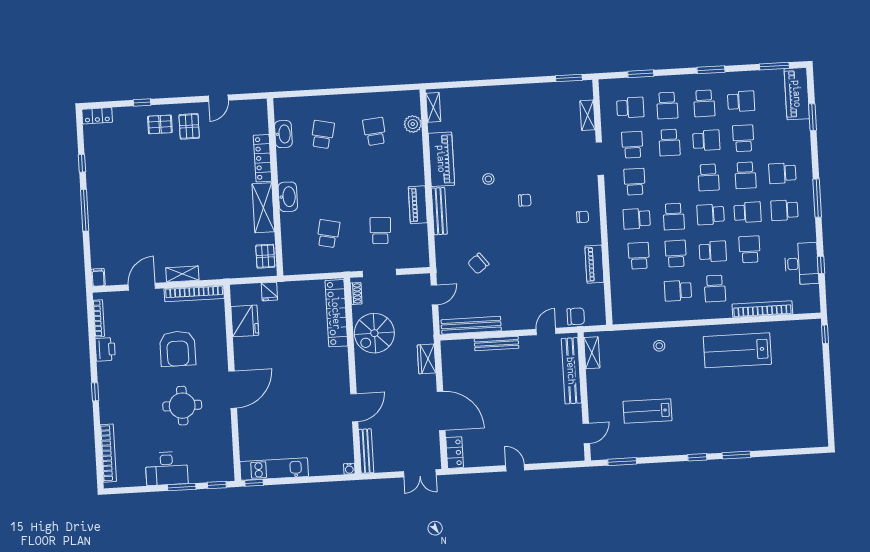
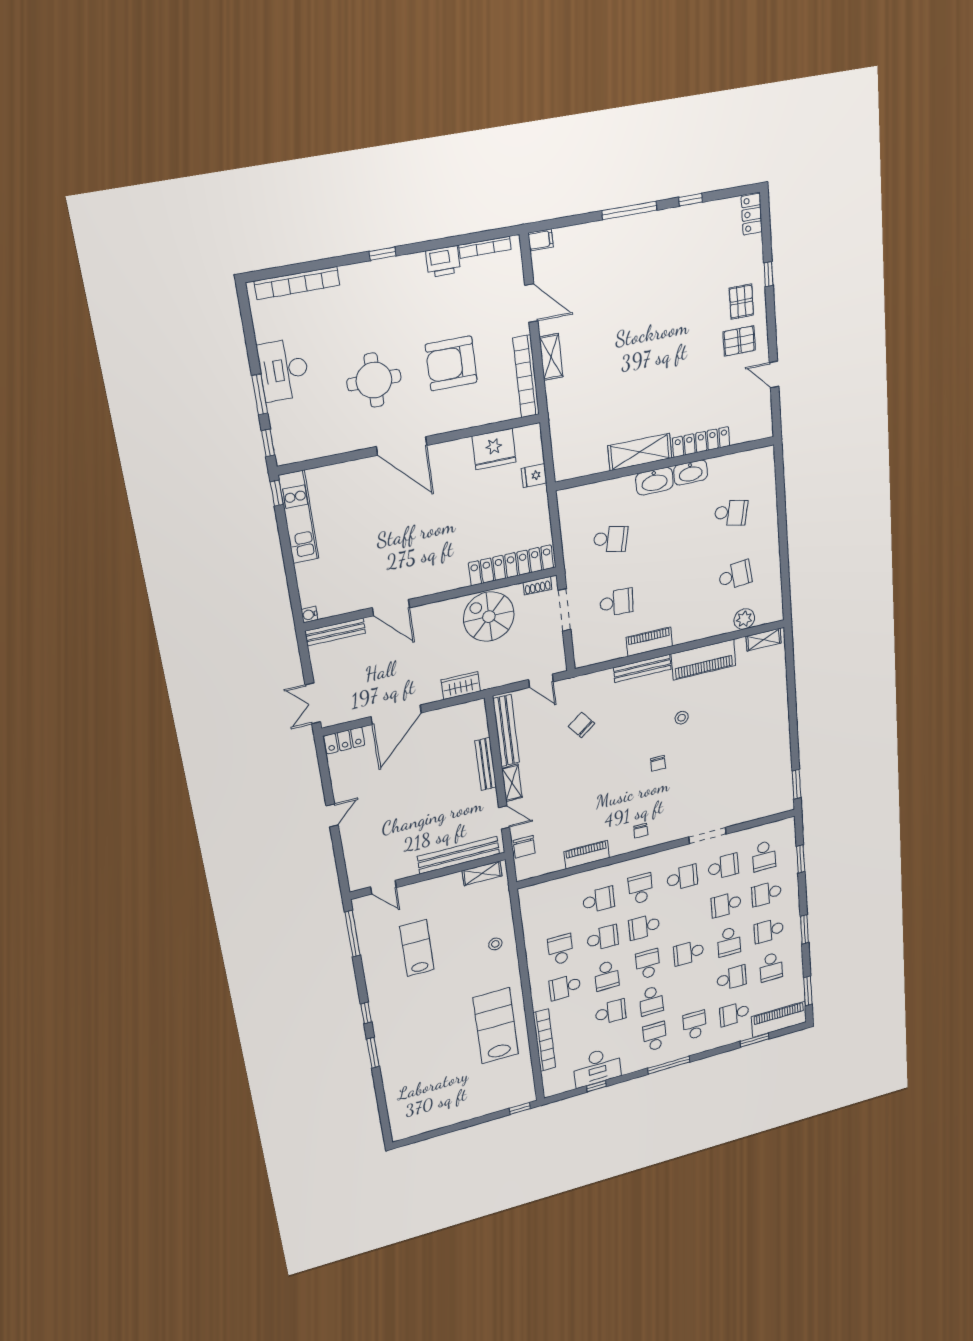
shelving: (587, 115) -> (512, 783), moved, turned 90
washbasin: (283, 134) -> (691, 473), moved
school desk: (745, 175) -> (734, 1014), moved
pallet: (265, 256) -> (579, 464), removed
window: (622, 462) -> (352, 934), width x1.44

